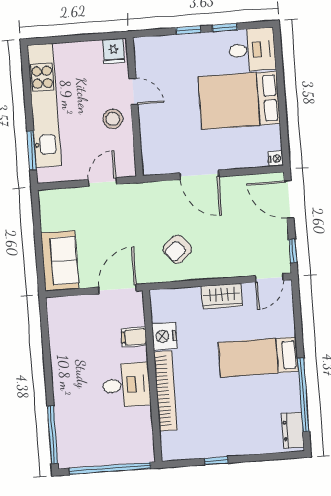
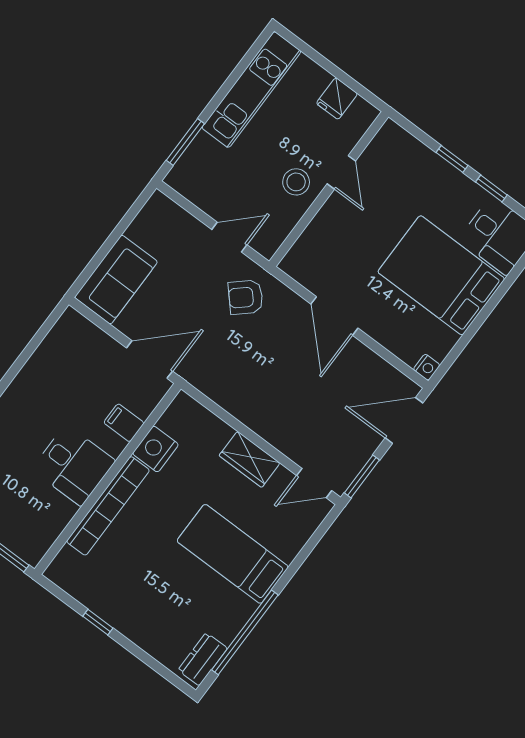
fridge: (114, 51) -> (337, 99), moved
kitchen unit: (44, 105) -> (251, 90), width x0.73
door: (289, 199) -> (404, 420), hinge flipped
armchair: (177, 249) -> (246, 297), moved
window: (293, 251) -> (362, 476), width x1.50

